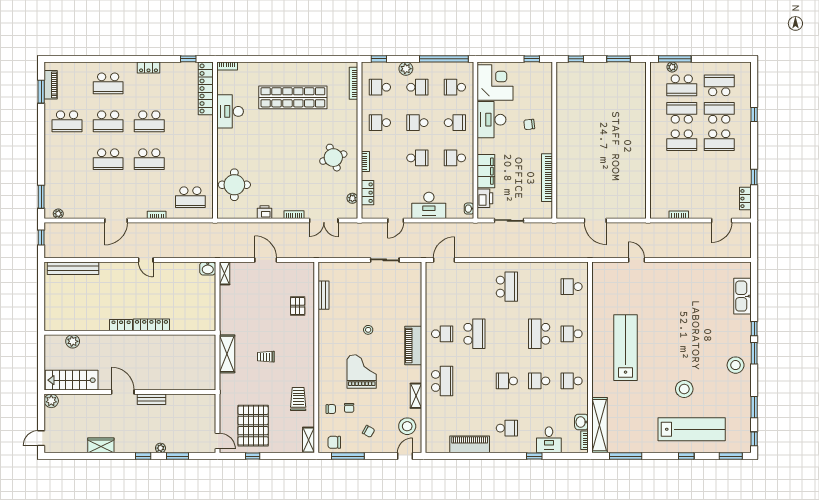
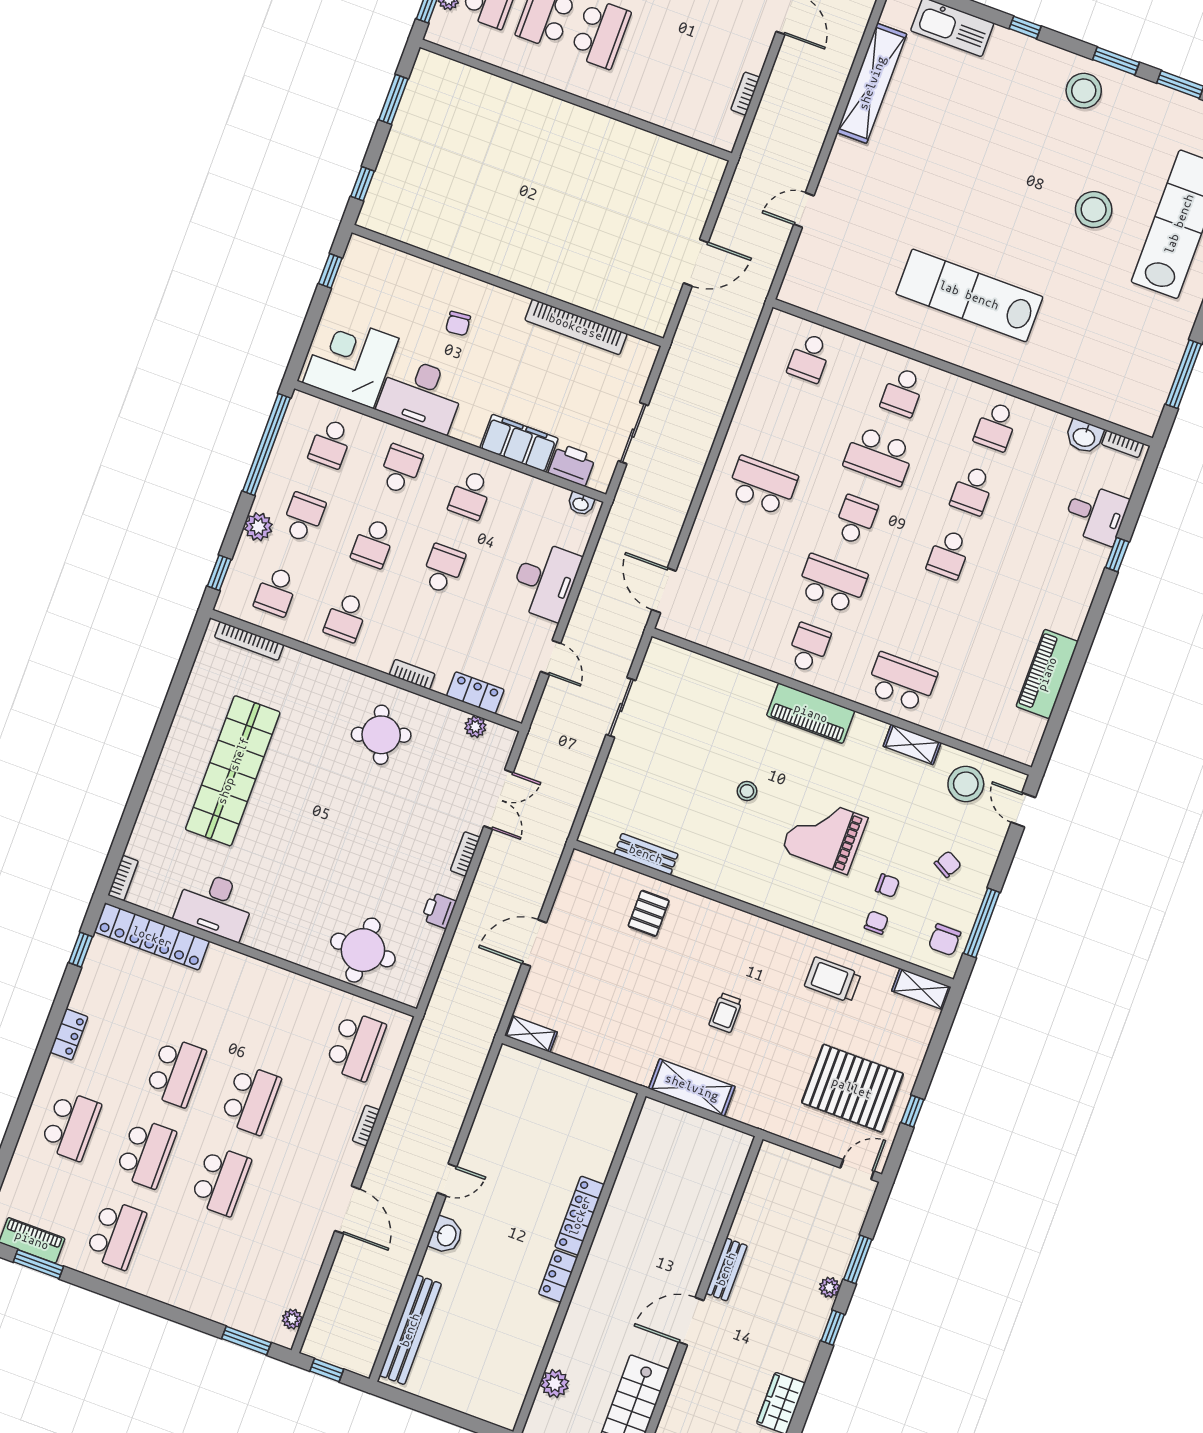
washbasin: (208, 268) -> (446, 1235), moved
pallet: (298, 306) -> (649, 913), turned 90
window: (754, 353) -> (1116, 61), moved
shelving: (600, 425) -> (872, 83), moved, turned 90
school desk: (507, 428) -> (856, 520), moved

